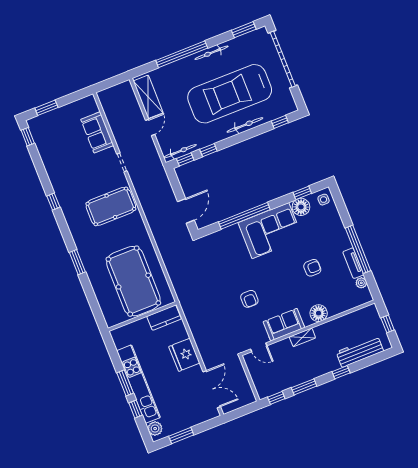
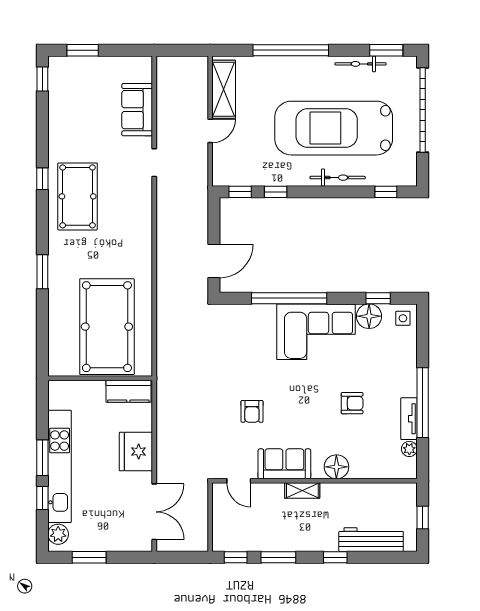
bicycle: (211, 53) -> (361, 64), moved
bicycle: (180, 151) -> (237, 178), removed
pool table: (111, 206) -> (78, 196), moved, turned 90

